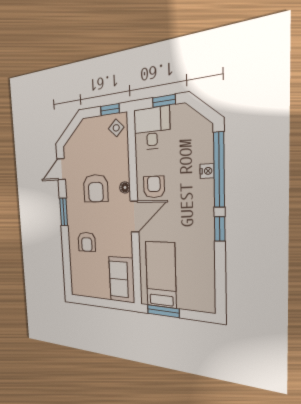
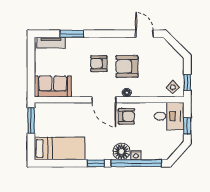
floor lamp: (202, 192) -> (121, 151), added
window: (64, 212) -> (72, 34), moved
armchair: (87, 242) -> (99, 64), moved
bed: (161, 275) -> (60, 148), moved
tv unit: (76, 277) -> (51, 42), added

